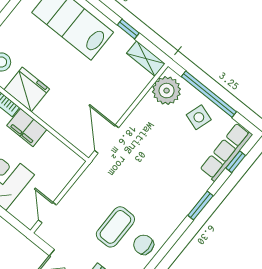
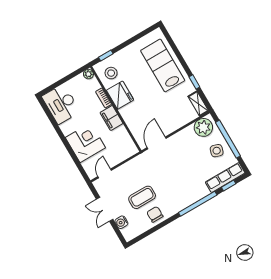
window: (200, 205) -> (198, 204), width x2.11

